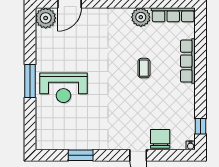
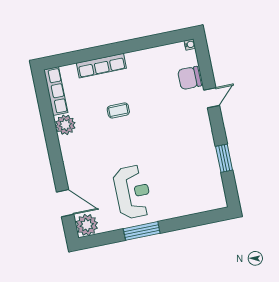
window: (30, 81) -> (142, 231), moved
reception desk: (63, 88) -> (133, 192), moved
window: (200, 126) -> (167, 38), removed

